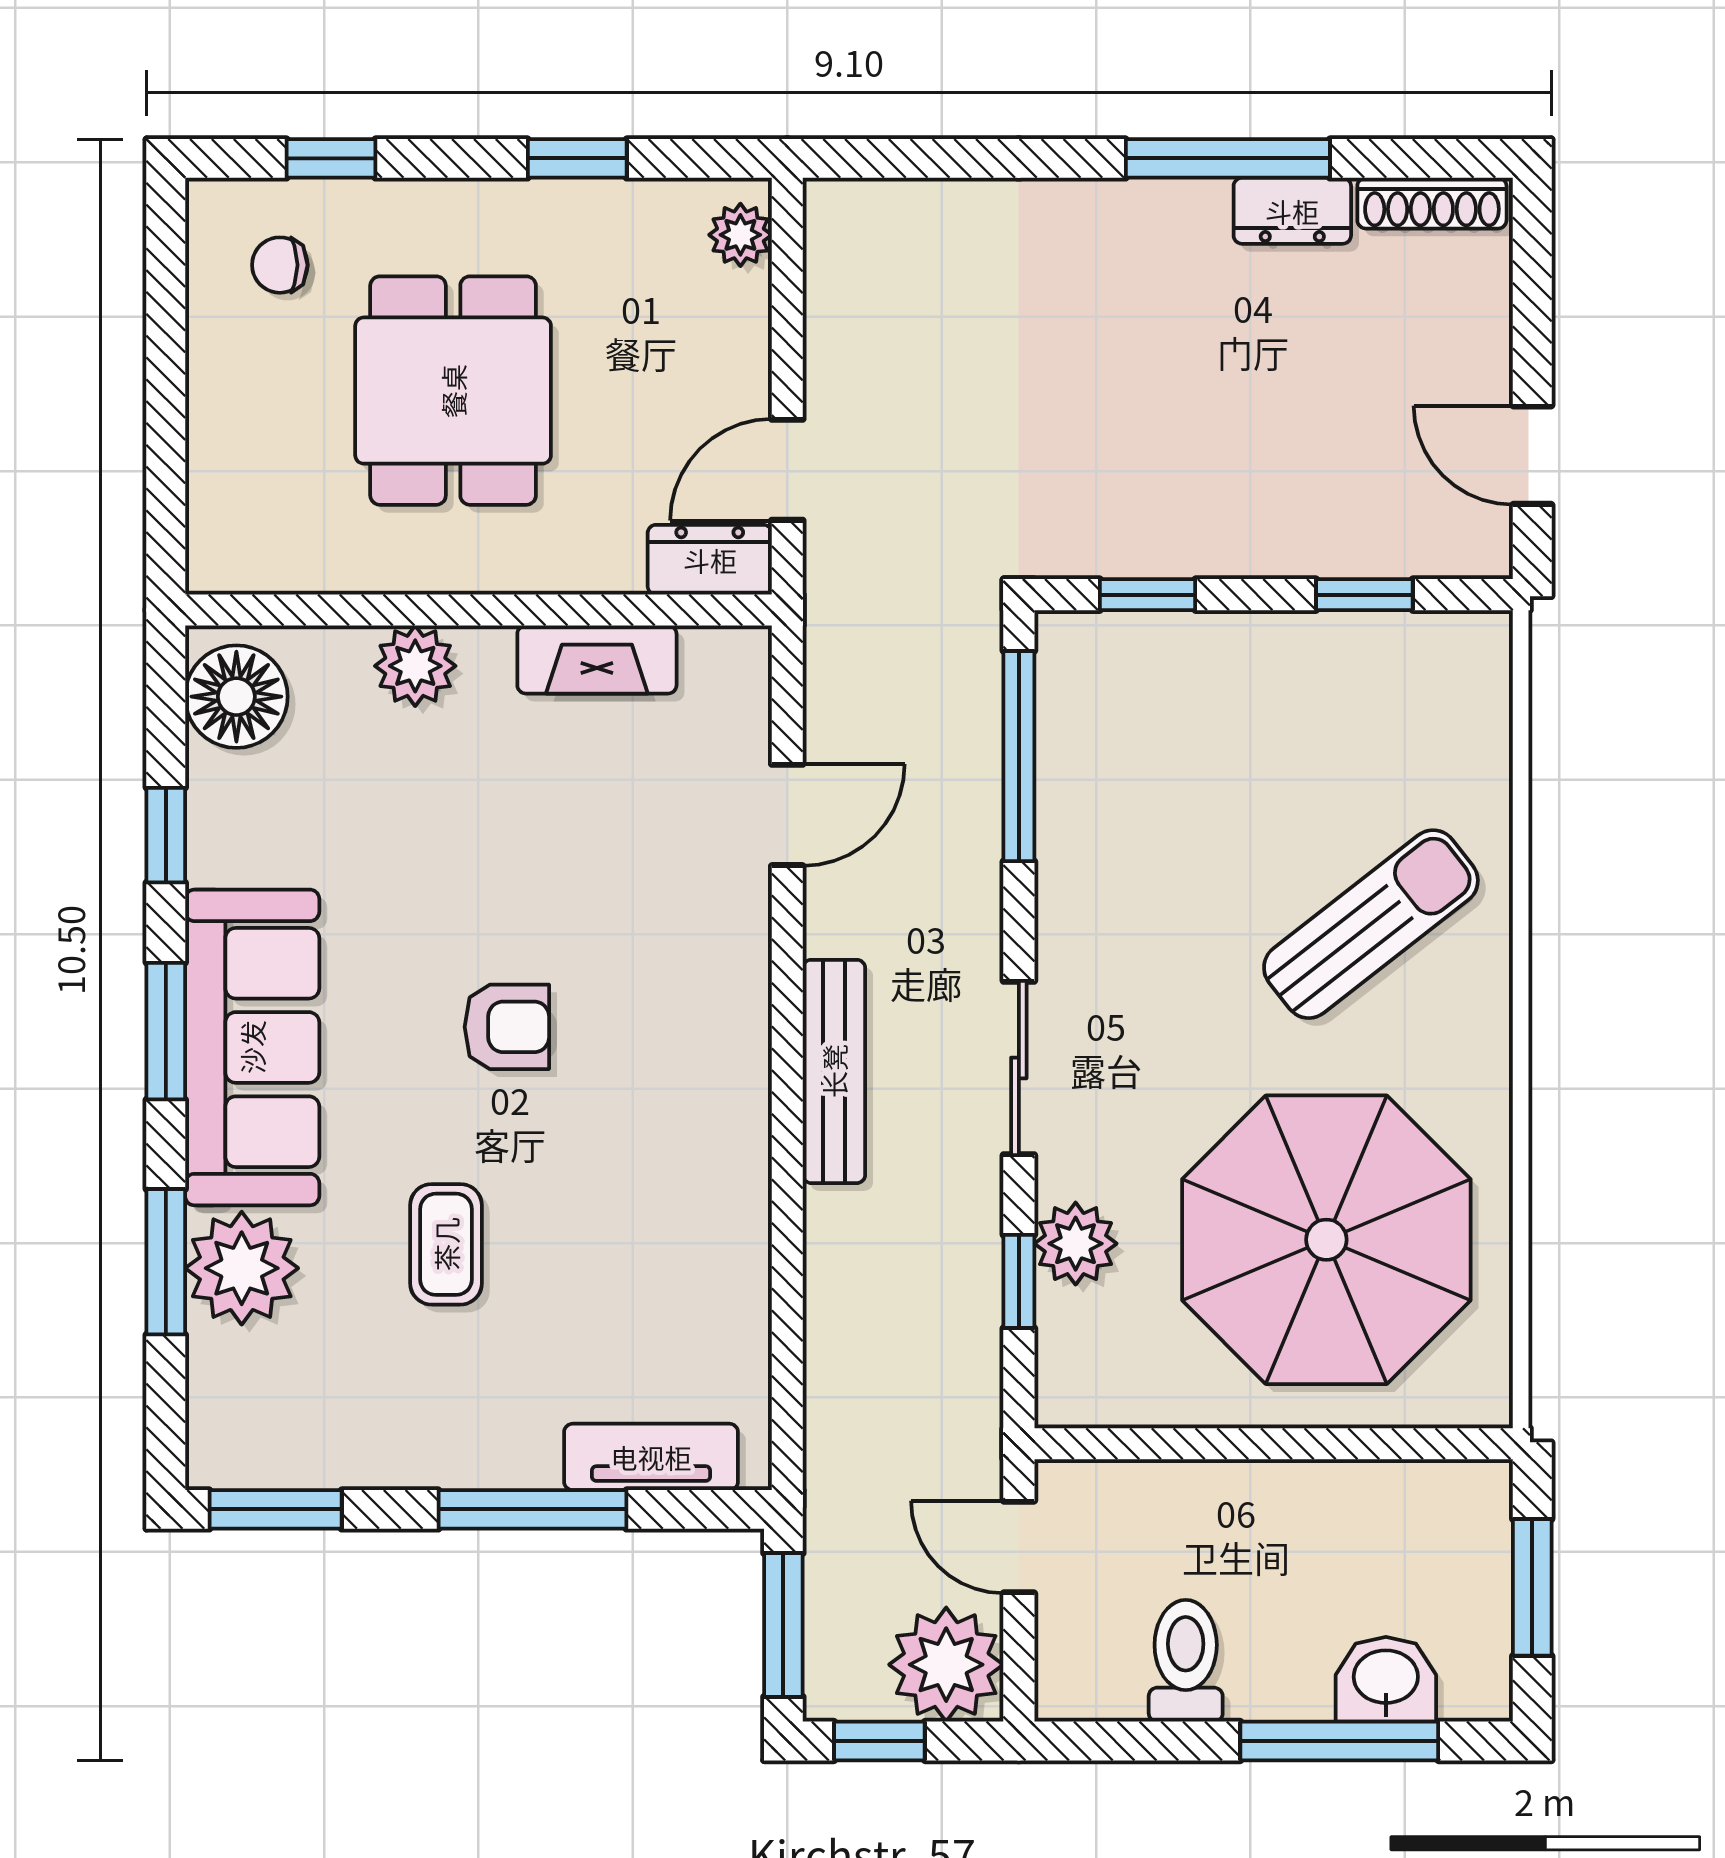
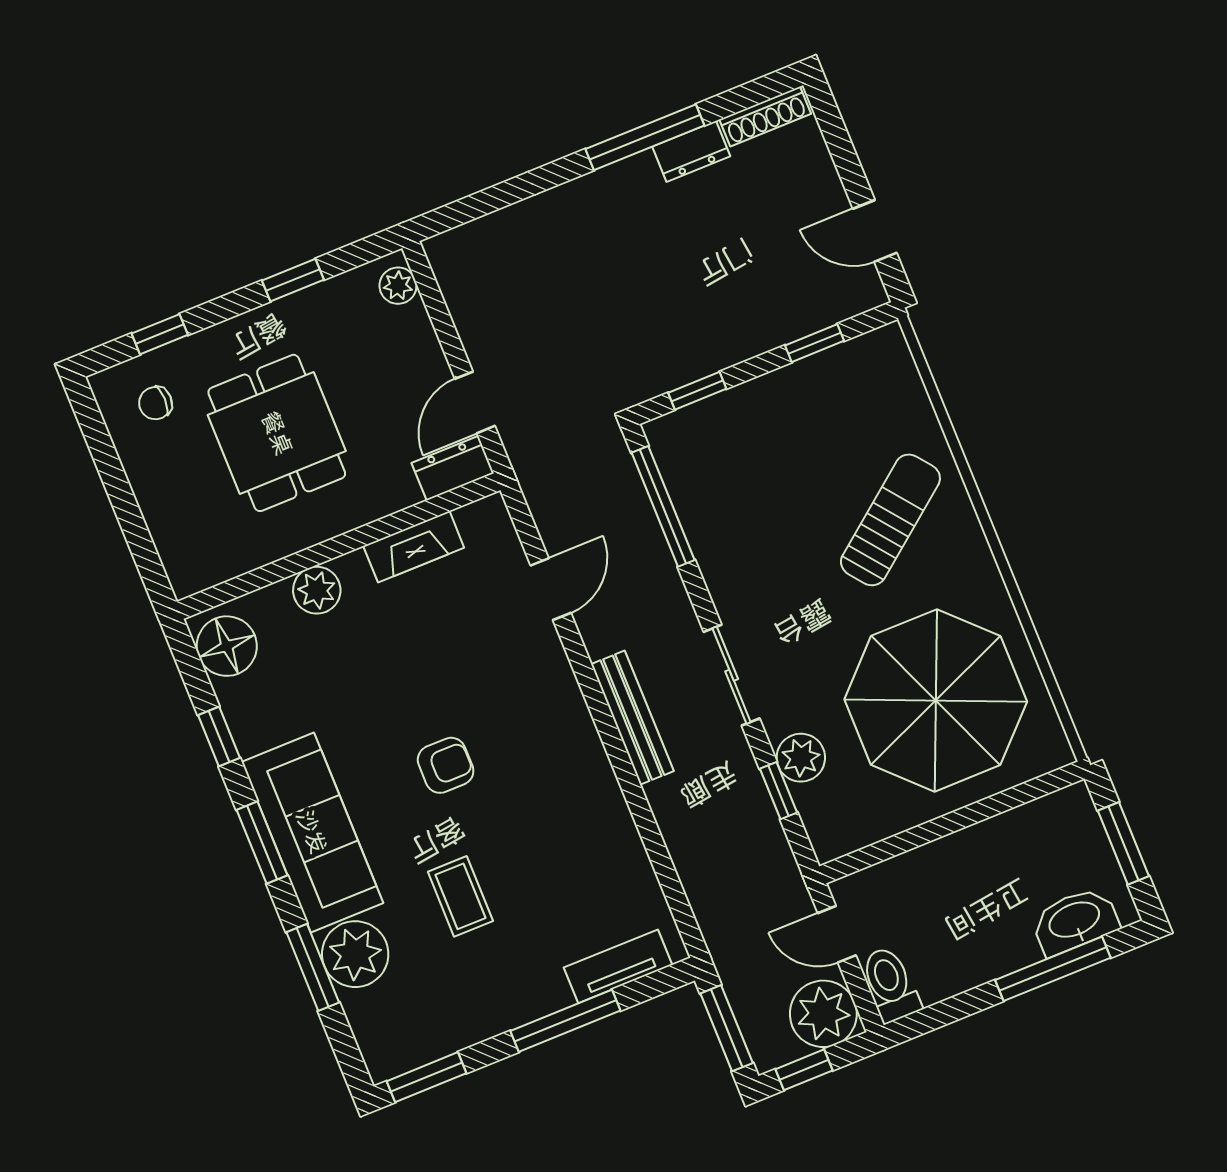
toilet: (1186, 1661) -> (890, 984), moved
washbasin: (1386, 1679) -> (1075, 921), width x1.38

